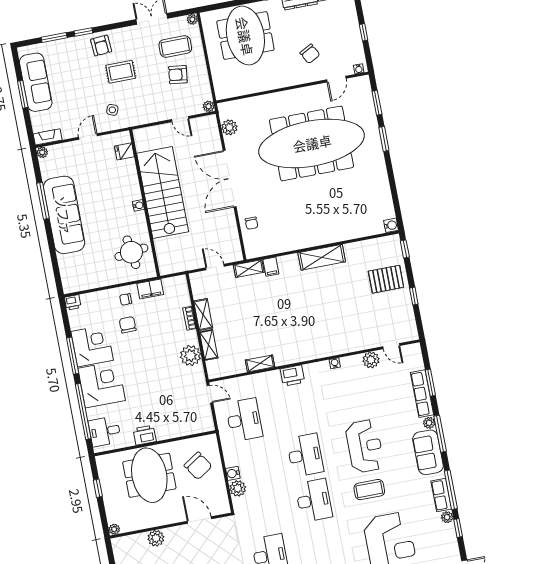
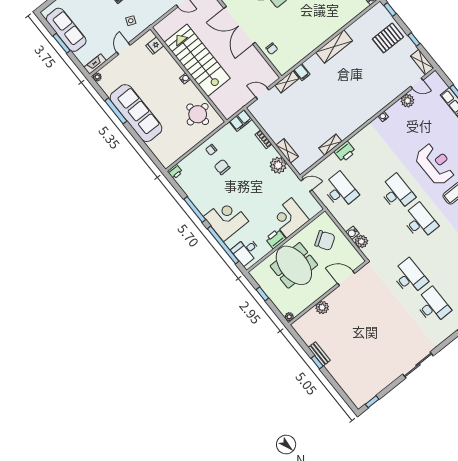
filing cabinet: (150, 289) -> (241, 121), moved
shelving: (203, 315) -> (422, 62), moved
corner desk: (92, 346) -> (289, 218), moved, turned -90
printer: (292, 376) -> (345, 152), moved

